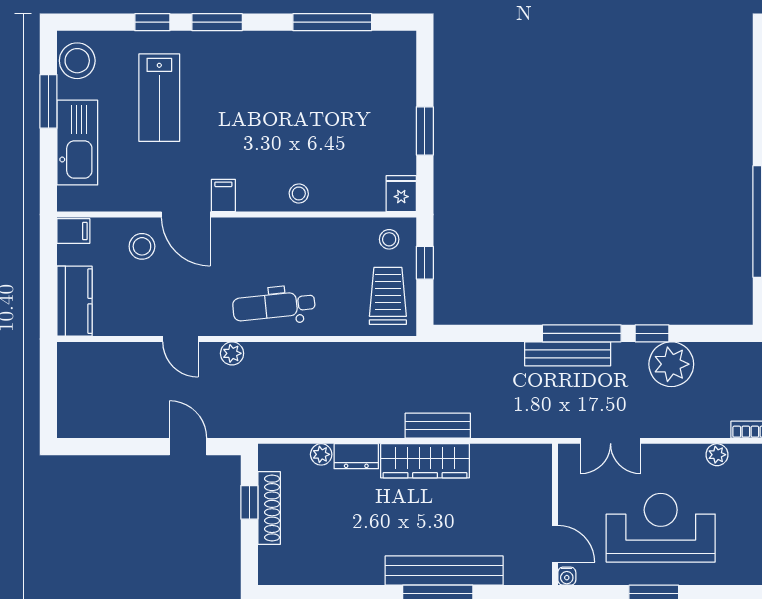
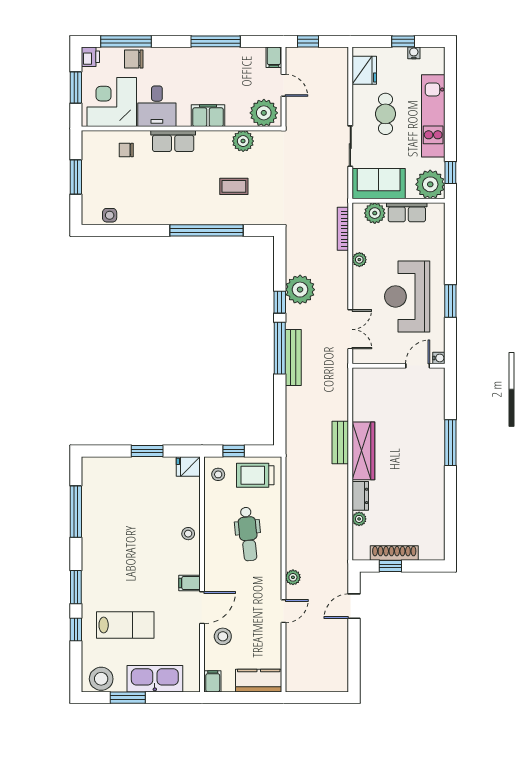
dental chair: (274, 306) -> (248, 534), moved
bench: (444, 571) -> (435, 438), removed

